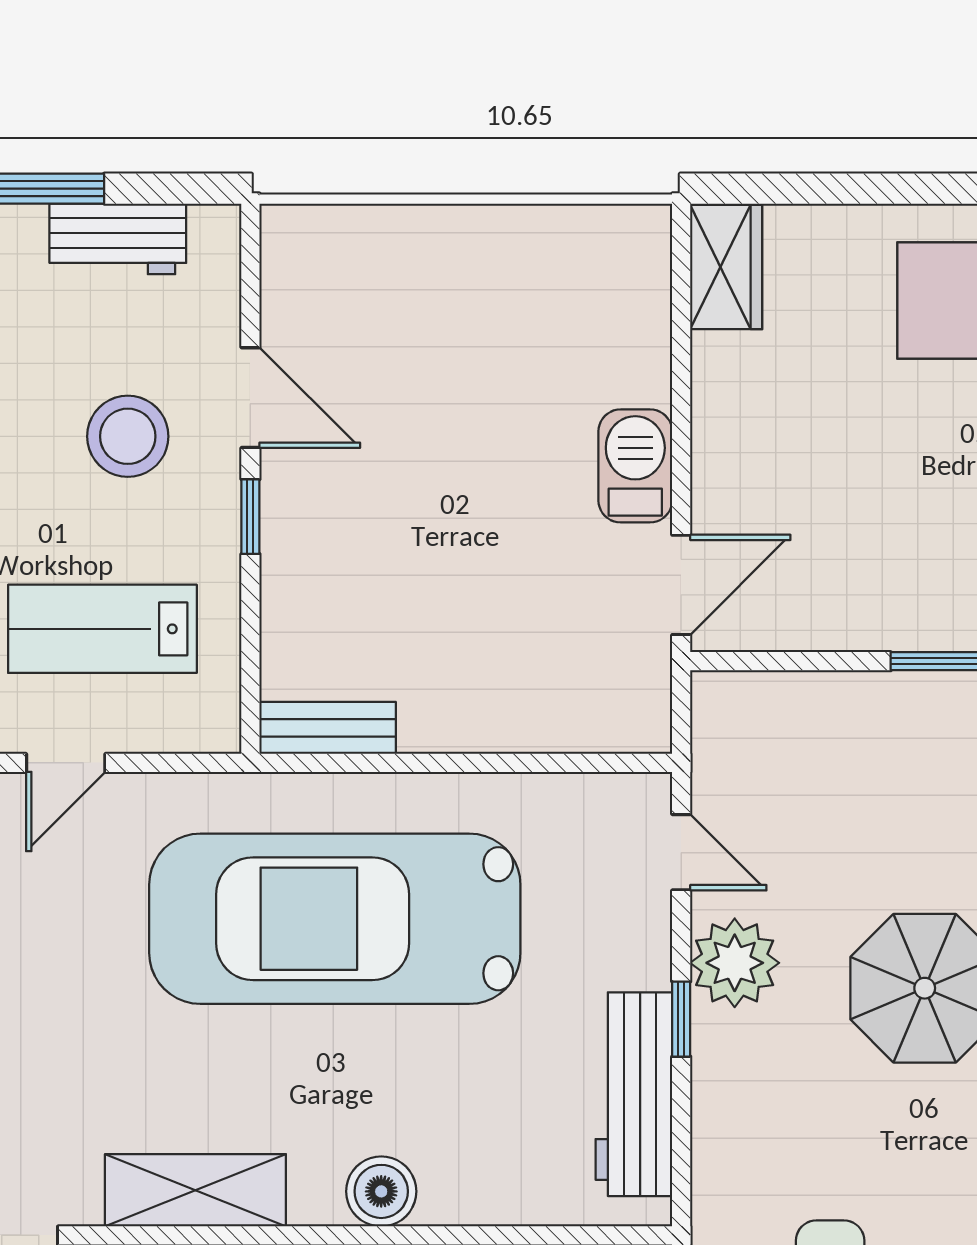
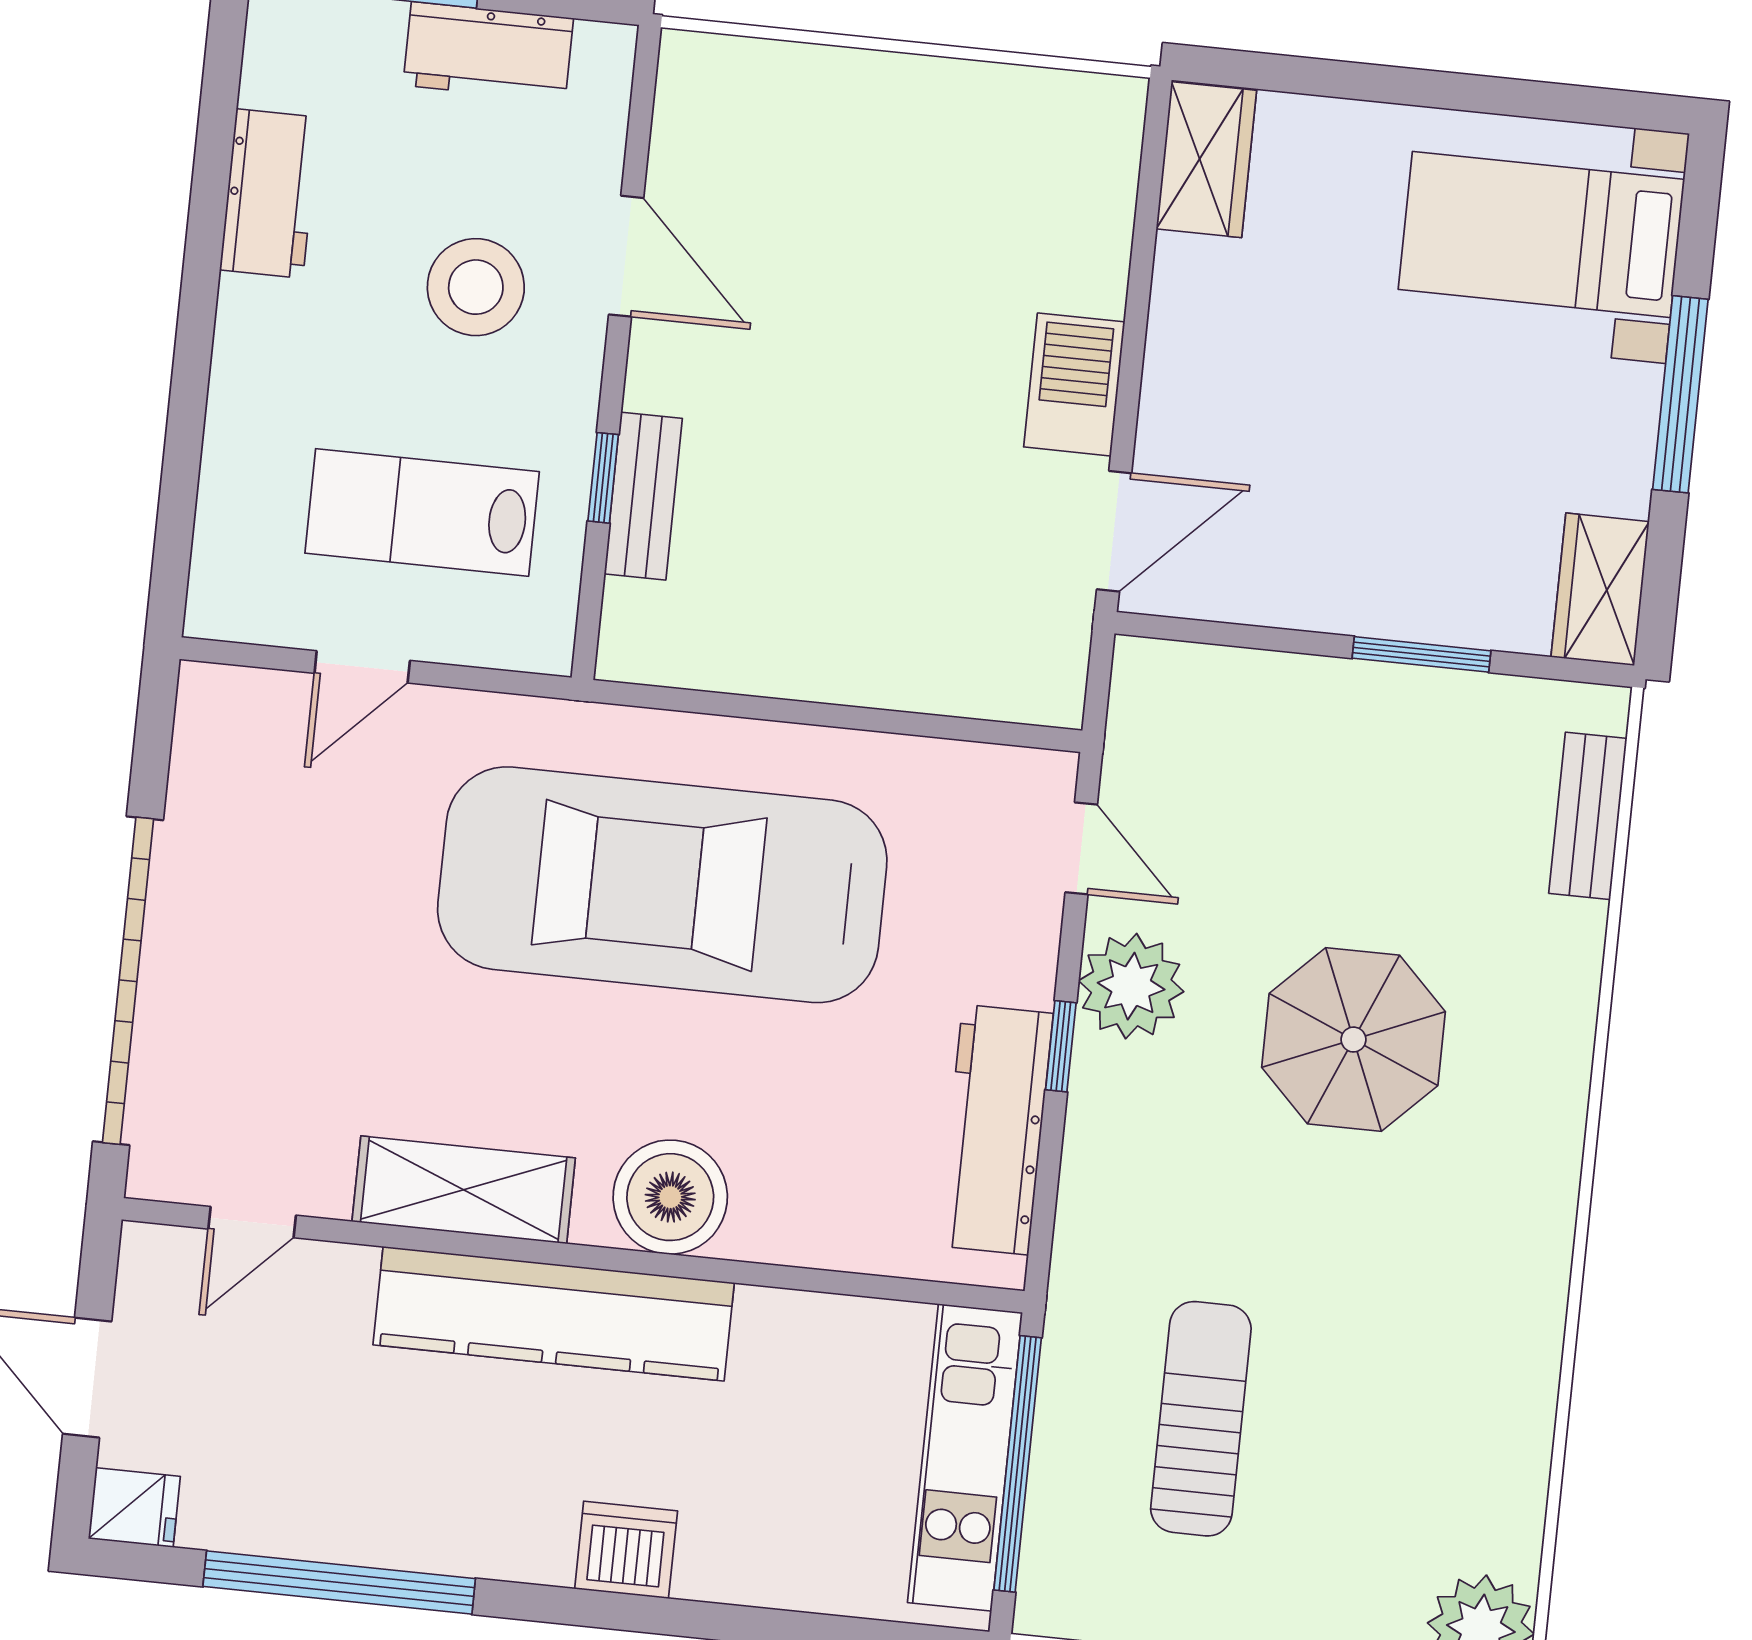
window: (250, 517) -> (603, 478), moved
bench: (328, 728) -> (643, 496), moved, turned 90
boiler: (381, 1191) -> (670, 1197), width x1.37, depth x1.37

